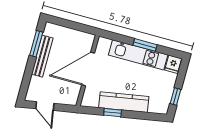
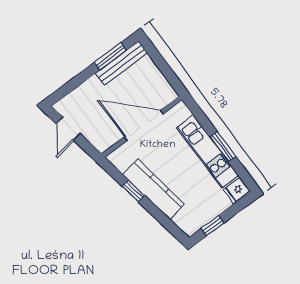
bench: (42, 56) -> (121, 63), moved

